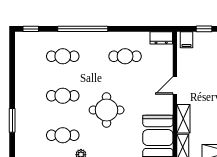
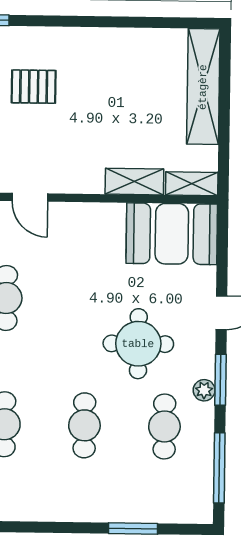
door: (175, 85) -> (30, 197), moved
round table: (107, 110) -> (138, 344), moved

